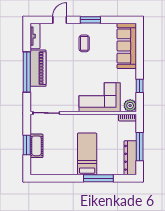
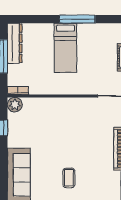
corner sofa: (100, 97) -> (51, 115), removed
window: (98, 178) -> (77, 19), moved

